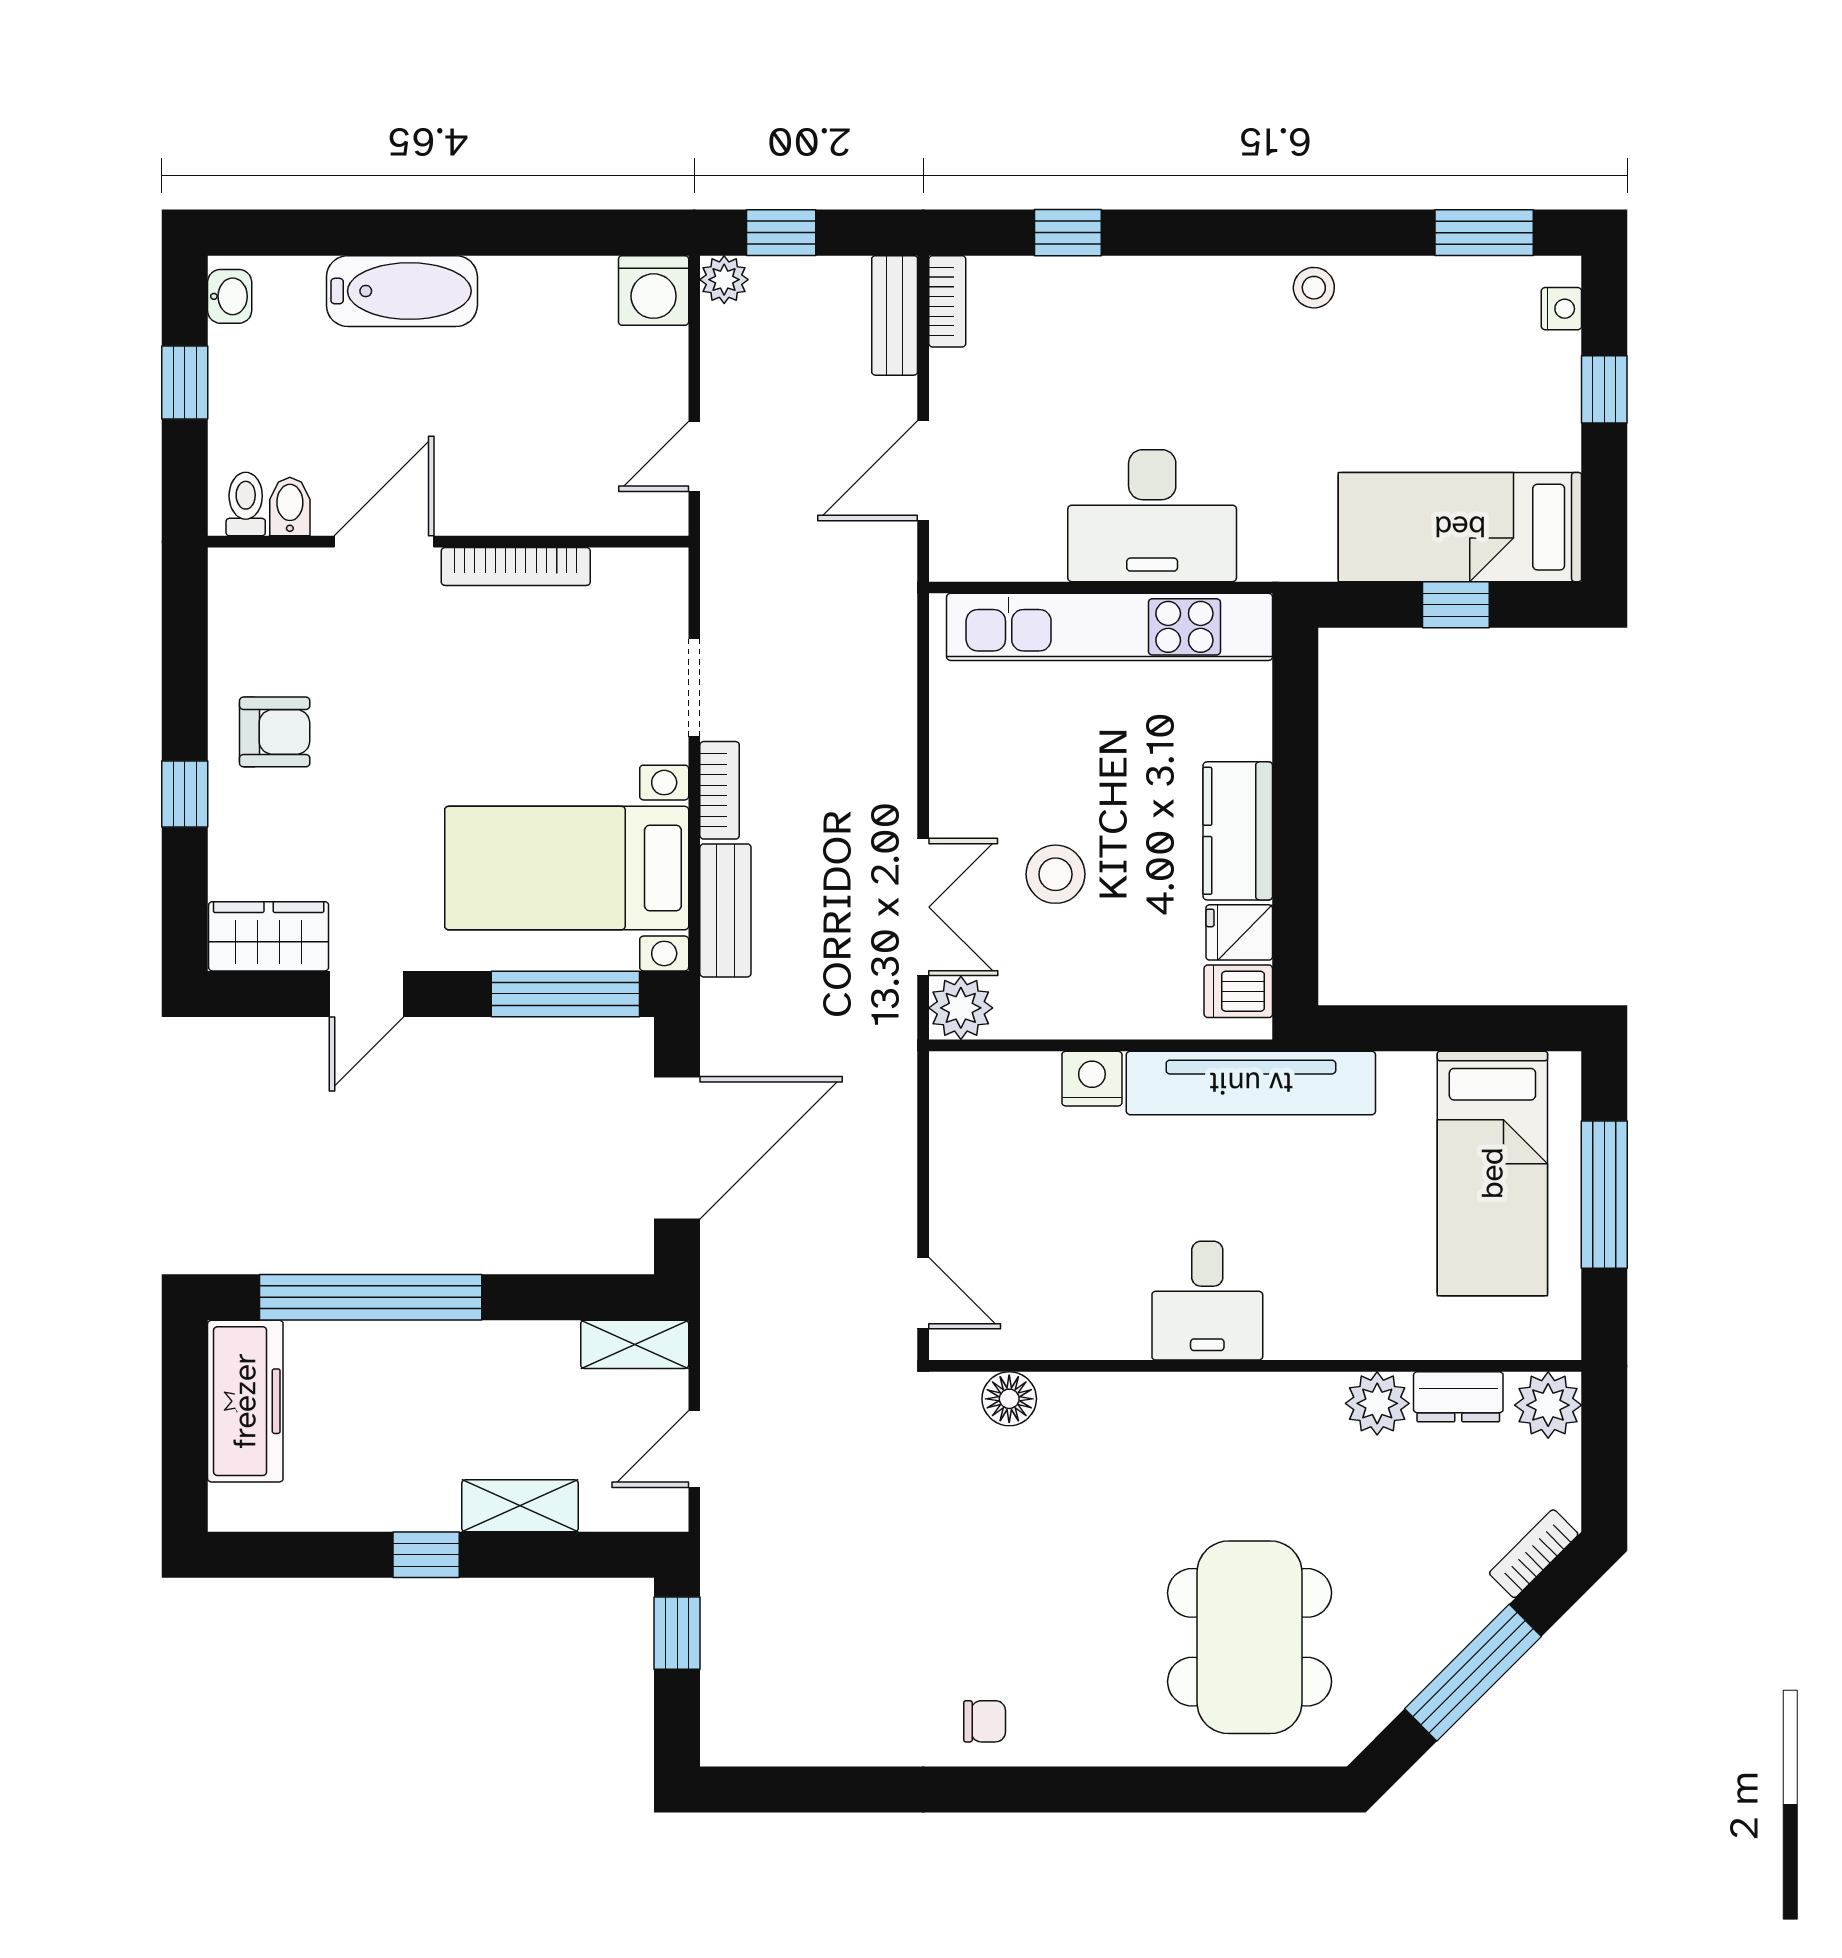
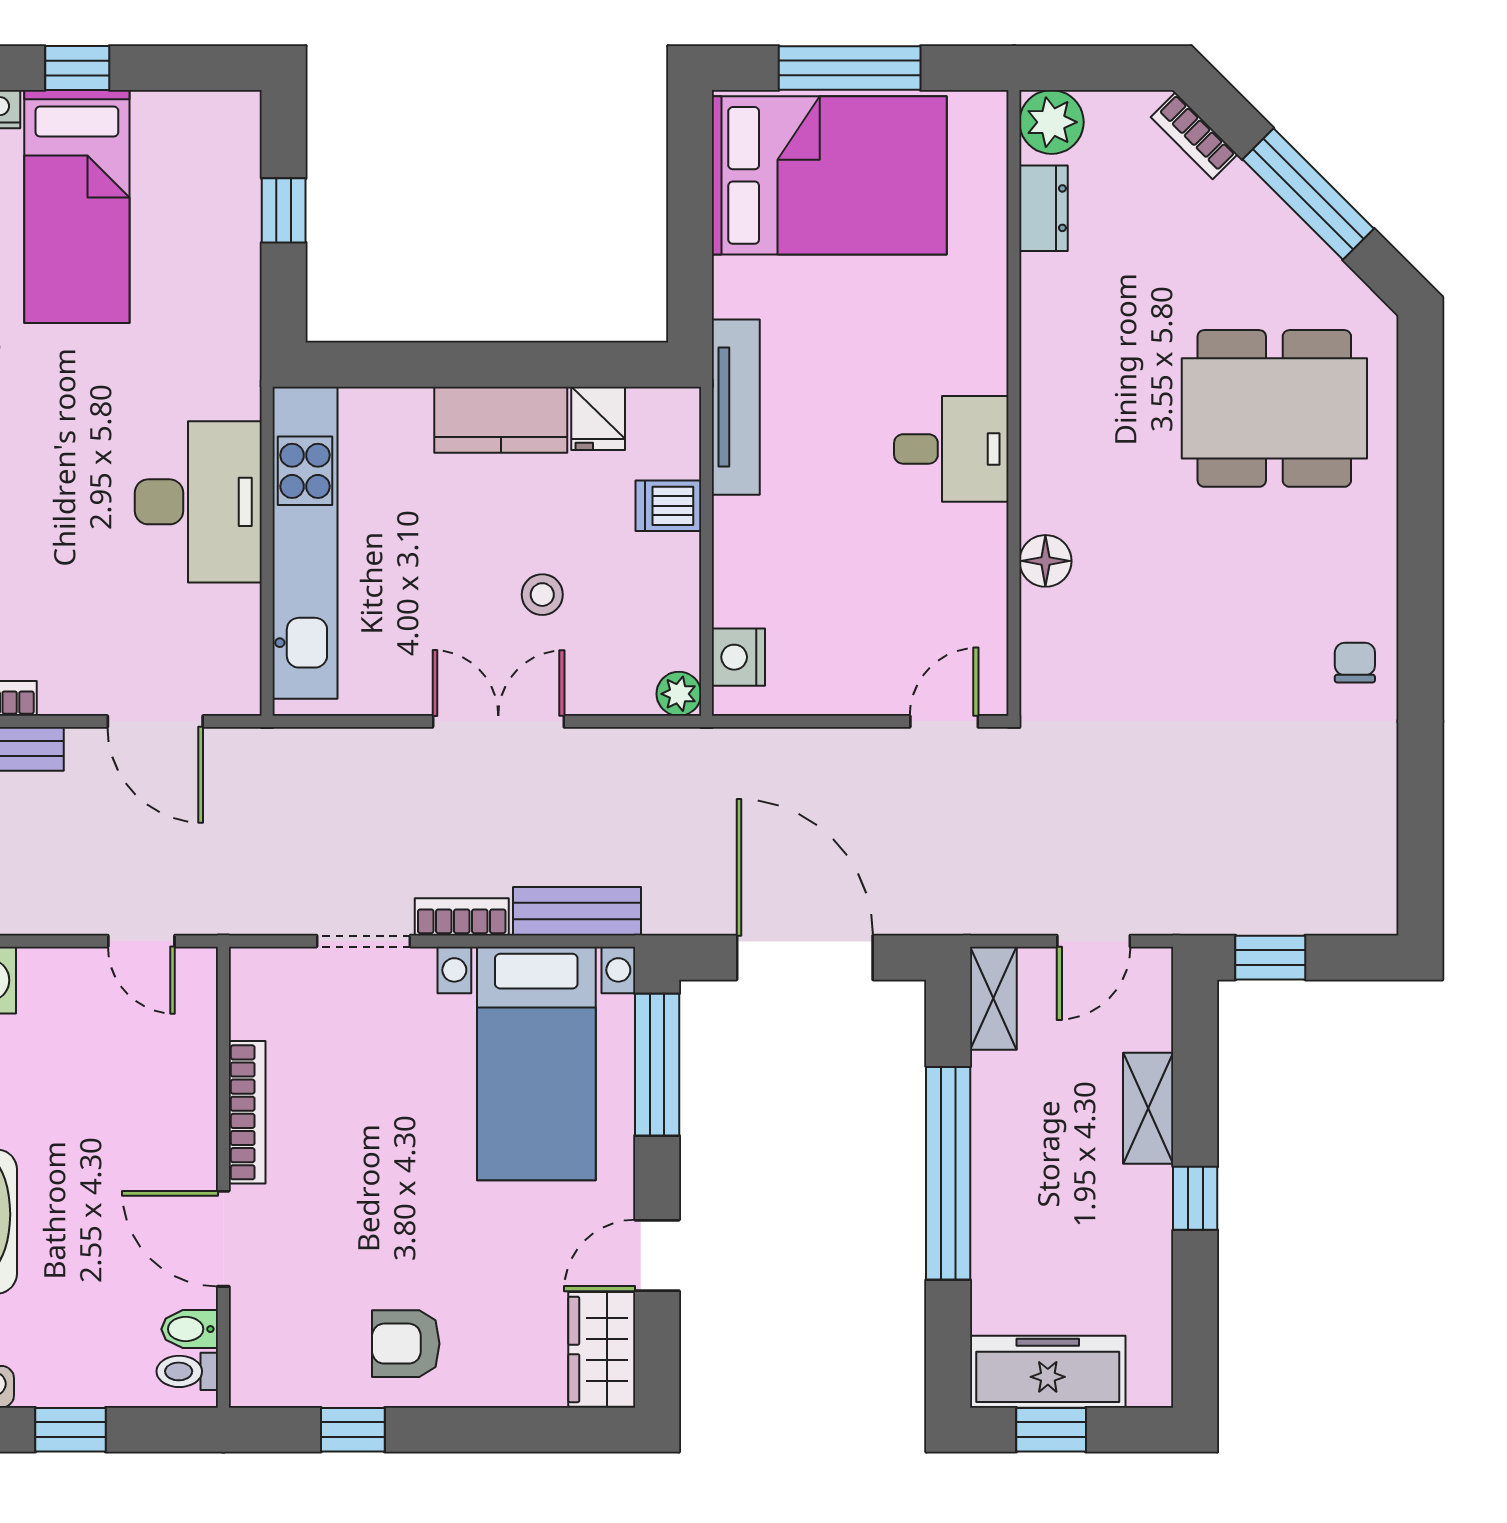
bed: (1460, 527) -> (77, 207), moved
armchair: (275, 732) -> (406, 1344), turned -90
window: (185, 794) -> (353, 1430), moved
stool: (1055, 874) -> (542, 595), width x0.73, depth x0.73
double door: (923, 907) -> (498, 721), moved
dishwasher: (1238, 991) -> (668, 506), moved, turned 90
door: (367, 994) -> (657, 1255), swing flipped
plant: (961, 1008) -> (679, 694), width x0.73, depth x0.73
nightstand: (1092, 1079) -> (738, 657), moved
tv unit: (1251, 1083) -> (736, 407), width x0.73, depth x0.78
bed: (1492, 1173) -> (829, 175), width x1.50
window: (371, 1297) -> (948, 1173), moved
floor lamp: (1009, 1399) -> (1045, 561), moved
plant: (1377, 1403) -> (1050, 286), removed
window: (185, 1405) -> (1051, 1430), added
door: (694, 1449) -> (1094, 941), hinge flipped

